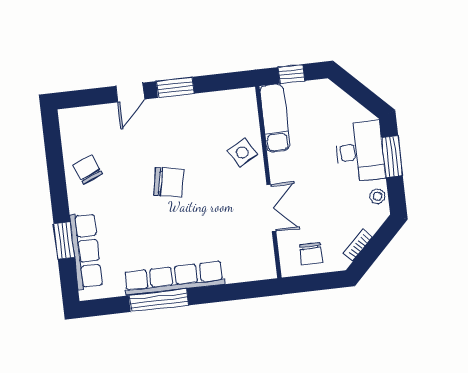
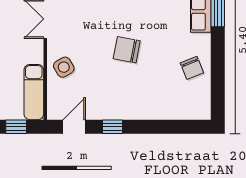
window: (175, 87) -> (112, 127), width x0.67
door: (130, 93) -> (74, 127), moved

